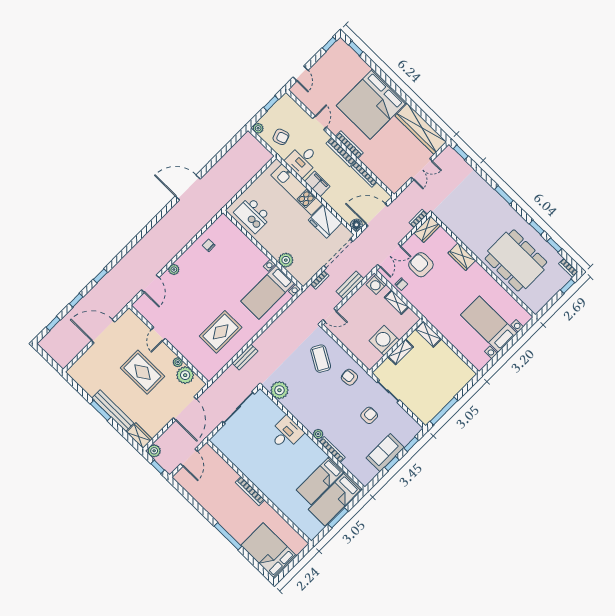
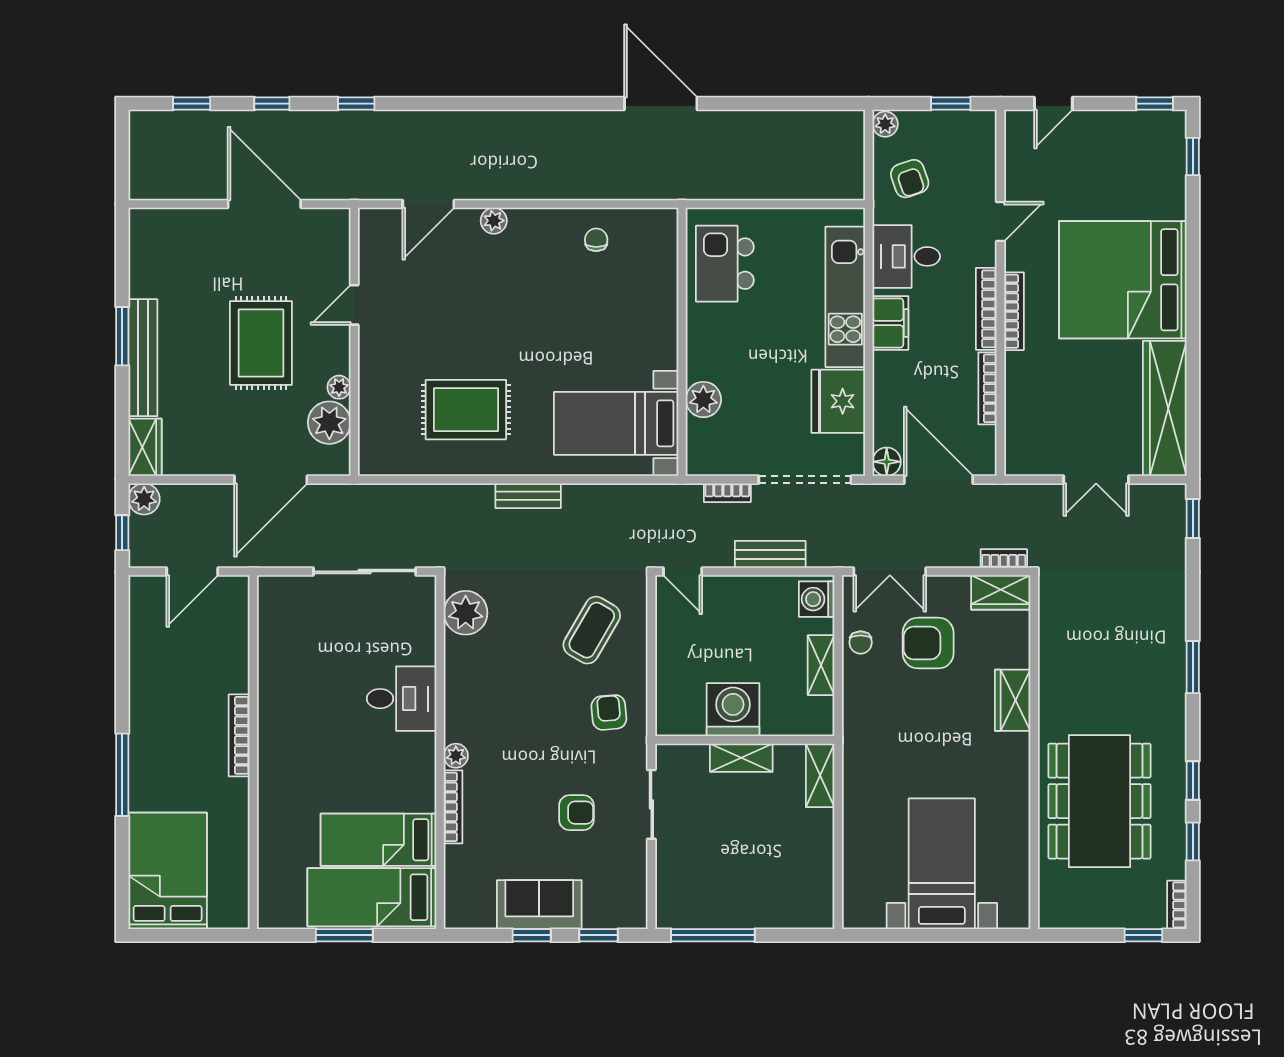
armchair: (421, 265) -> (928, 643), turned -90
bench: (245, 357) -> (528, 496), moved

